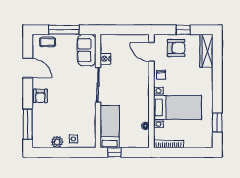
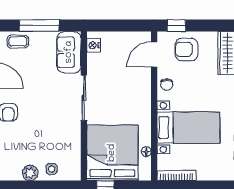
window: (183, 30) -> (176, 25), moved
armchair: (176, 48) -> (187, 49), turned 180
door: (151, 52) -> (154, 55), hinge flipped
nightstand: (105, 59) -> (94, 45), moved
bed: (110, 127) -> (112, 153), width x2.04

